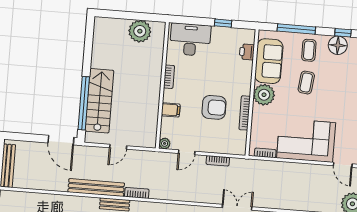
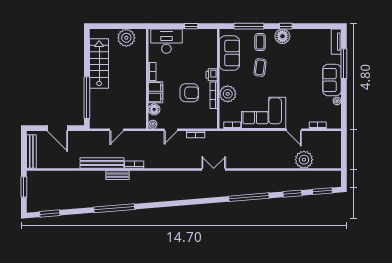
printer: (247, 52) -> (212, 75), moved
plant: (264, 95) -> (228, 94), moved
stairs: (99, 101) -> (99, 64), moved
filing cabinet: (171, 110) -> (155, 92), width x2.00
floor lamp: (168, 125) -> (154, 109), added
door: (61, 140) -> (57, 128), moved

